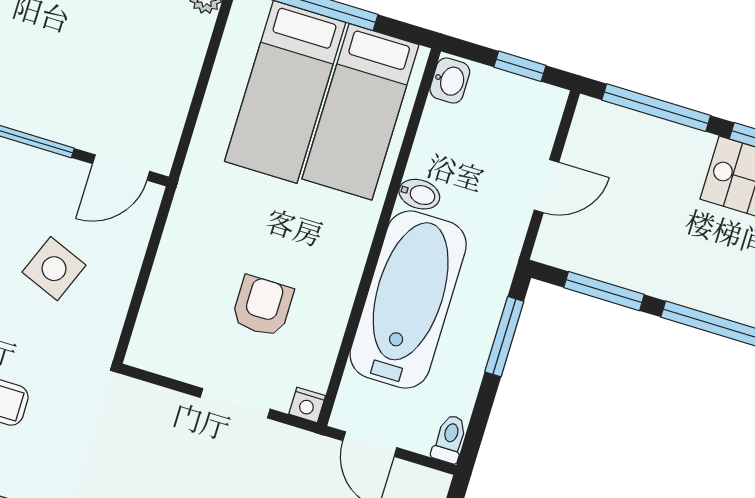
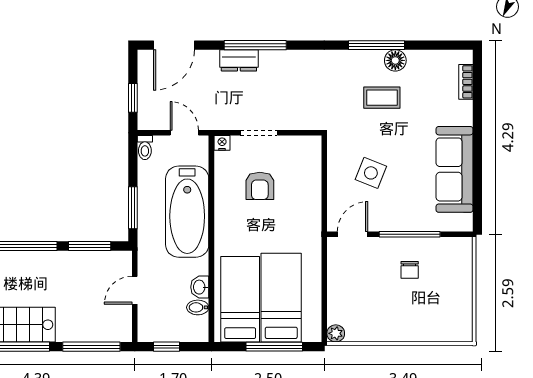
chair: (37, 71) -> (410, 270), added
washbasin: (450, 81) -> (200, 287), moved
bidet: (419, 194) -> (198, 307), moved

